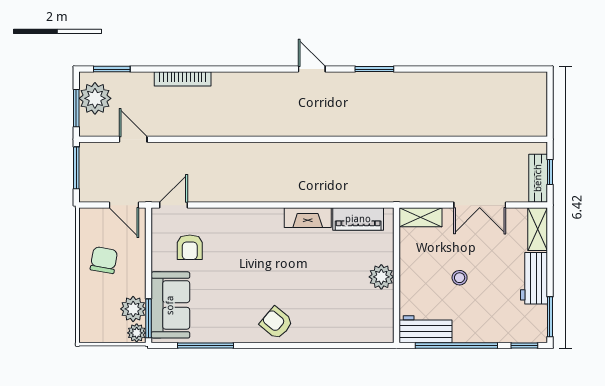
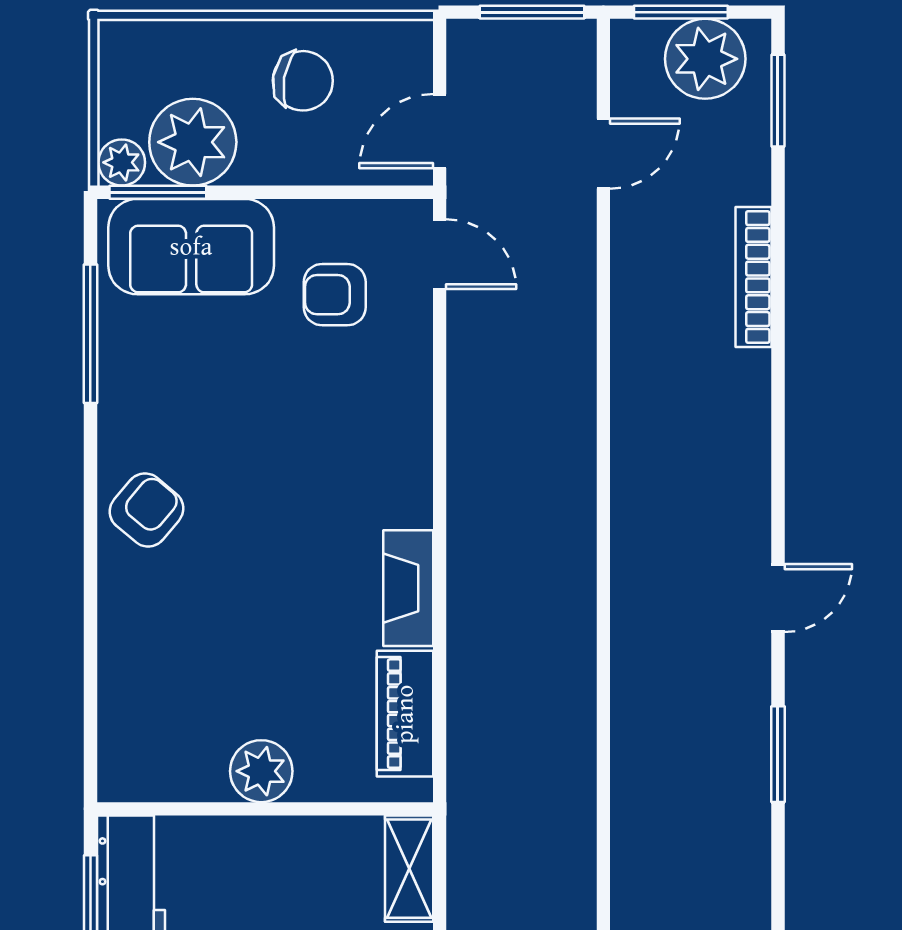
plant: (133, 309) -> (193, 142), width x1.36, depth x1.36

